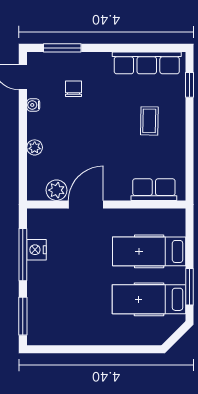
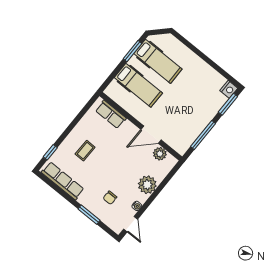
window: (62, 48) -> (89, 215), moved
plant: (35, 147) -> (147, 185), width x1.88, depth x1.88
nightstand: (37, 250) -> (229, 89), moved

